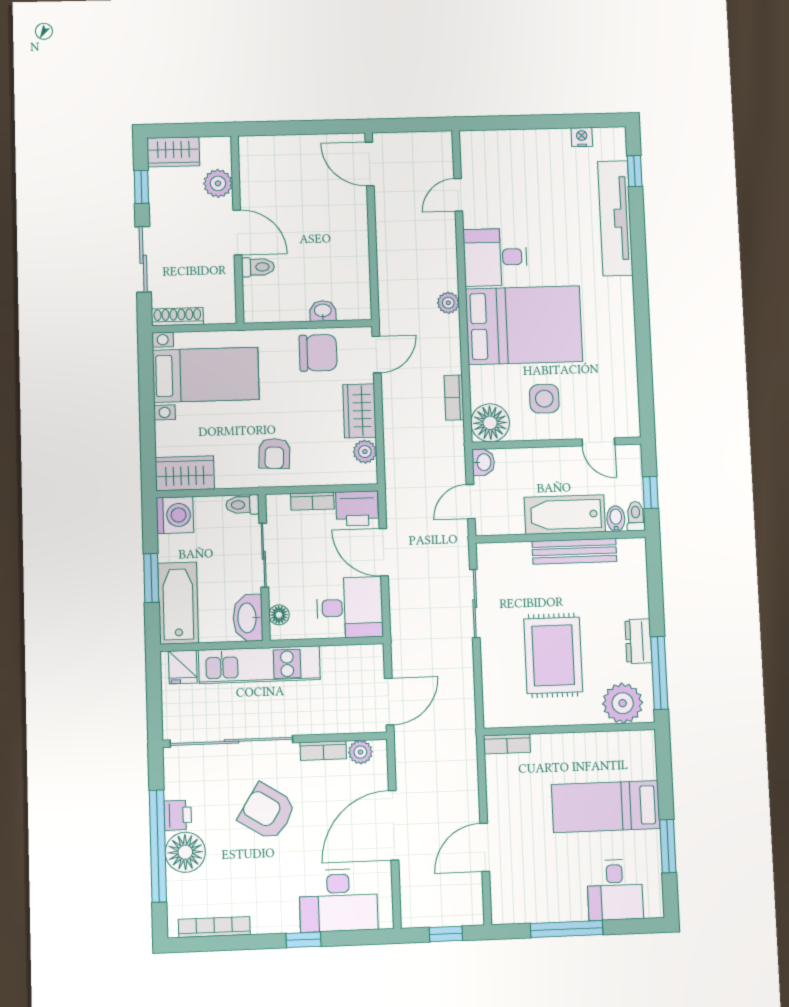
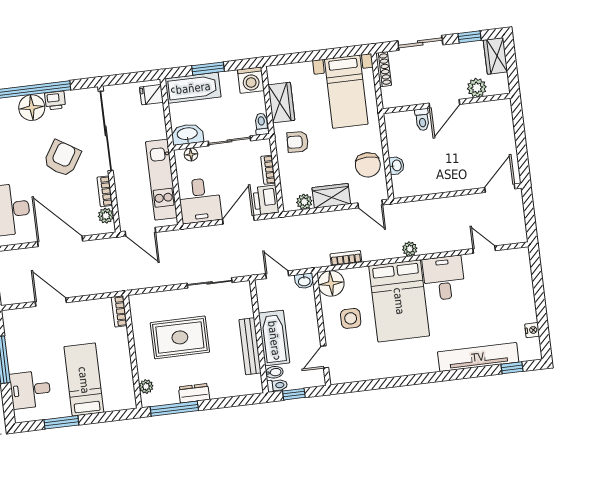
wardrobe: (185, 473) -> (281, 103), moved
kitchen unit: (259, 665) -> (161, 180), moved
plant: (623, 703) -> (146, 386), width x0.53, depth x0.53

